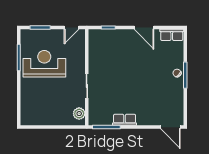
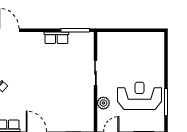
reception desk: (44, 64) -> (139, 96), turned 180
plant: (79, 114) -> (103, 103), moved

